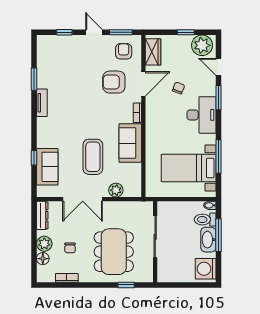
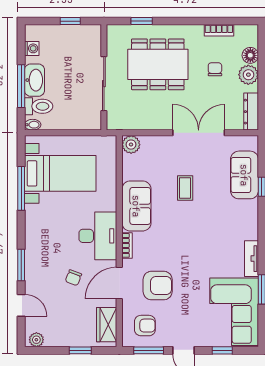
window: (186, 32) -> (80, 350), moved
plant: (202, 45) -> (36, 340), width x0.53, depth x0.53
armchair: (124, 51) -> (145, 326), turned -90
corner sofa: (55, 62) -> (234, 312), added
desk: (202, 115) -> (98, 236), moved, turned 180
coffee table: (93, 157) -> (185, 188), width x0.54, depth x0.58
plant: (116, 190) -> (131, 145), moved
dining table: (114, 252) -> (158, 64), turned 90
washing machine: (206, 269) -> (32, 48), width x0.53, depth x0.53
window: (181, 285) -> (70, 21), added

